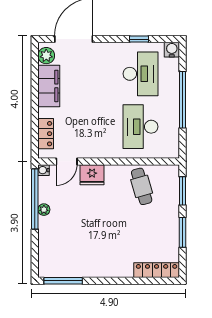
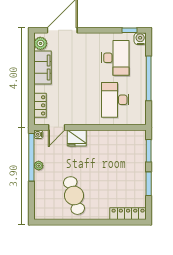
window: (139, 39) -> (129, 30), moved
cafe table: (142, 186) -> (74, 196), moved, width x1.37, depth x1.35
window: (63, 281) -> (54, 222), removed

